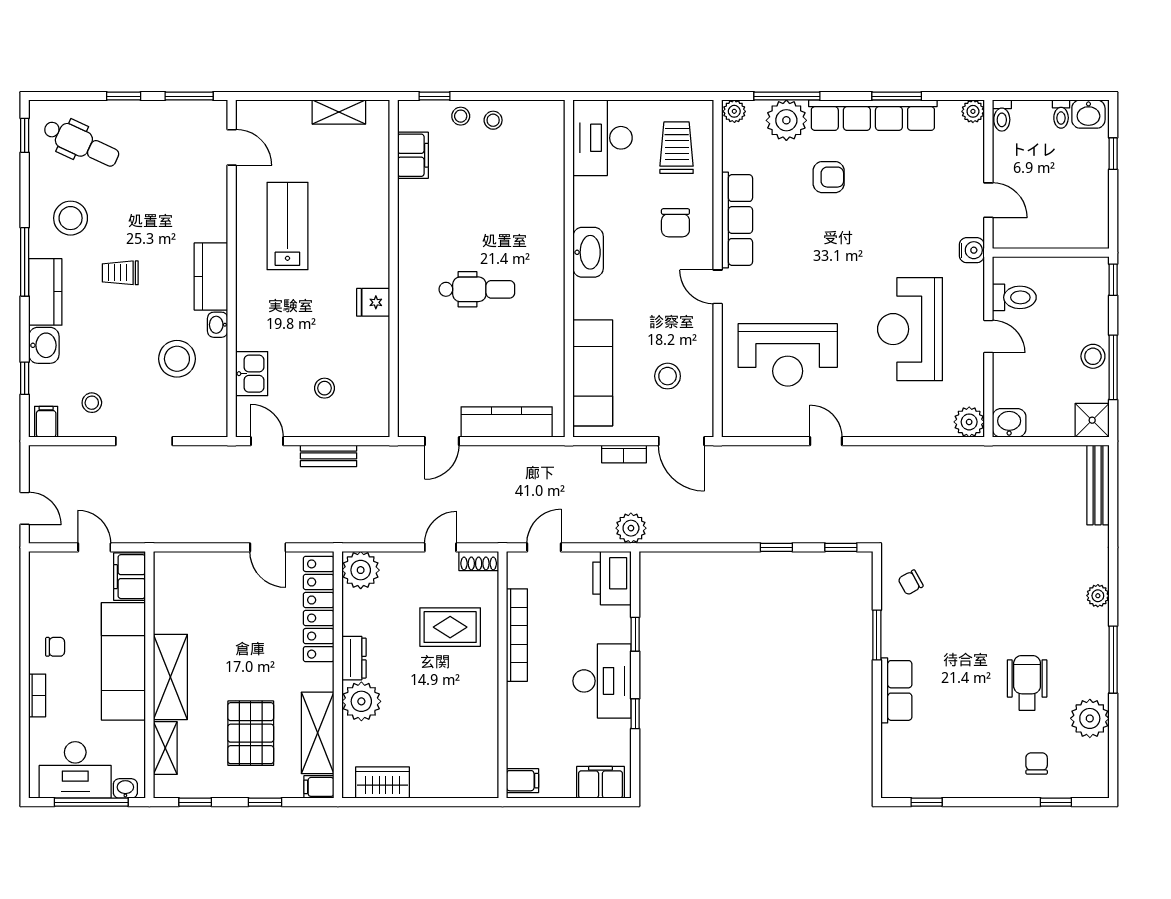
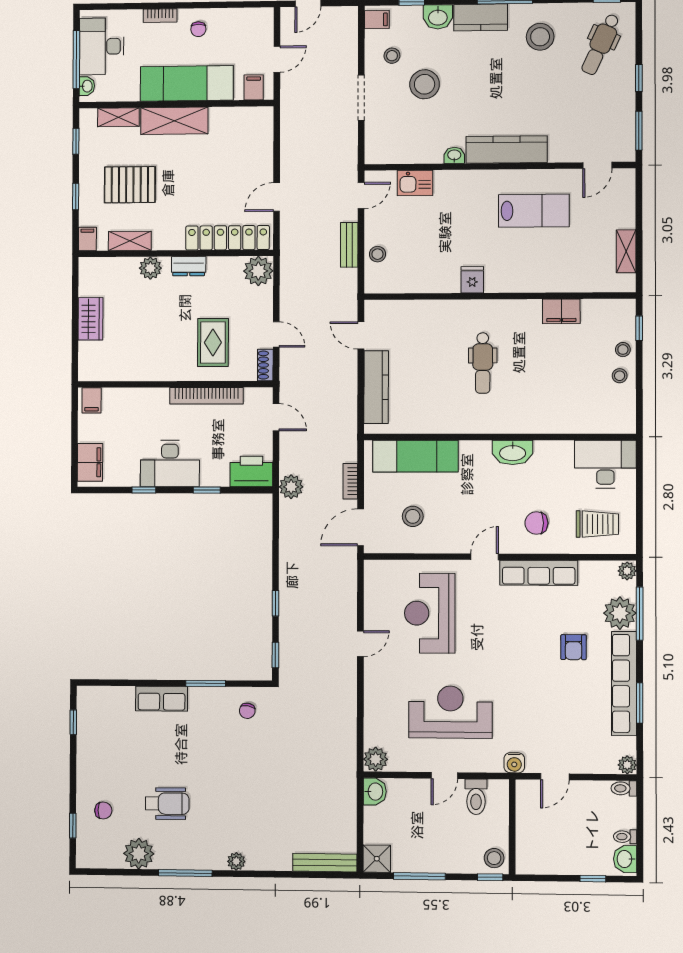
filing cabinet: (413, 155) -> (561, 311), moved
trolley: (120, 273) -> (496, 77), removed
kitchen counter: (211, 276) -> (507, 150), width x1.50
stool: (1093, 356) -> (494, 858), moved
stool: (177, 359) -> (425, 84), moved
stool: (325, 388) -> (378, 254), moved
filing cabinet: (130, 577) -> (254, 87), width x0.50
chair: (911, 582) -> (247, 711), turned -142
plant: (361, 701) -> (150, 268), width x0.73, depth x0.73
shelving: (318, 733) -> (130, 241), width x0.67, depth x0.75
wardrobe: (383, 783) -> (90, 319), moved

